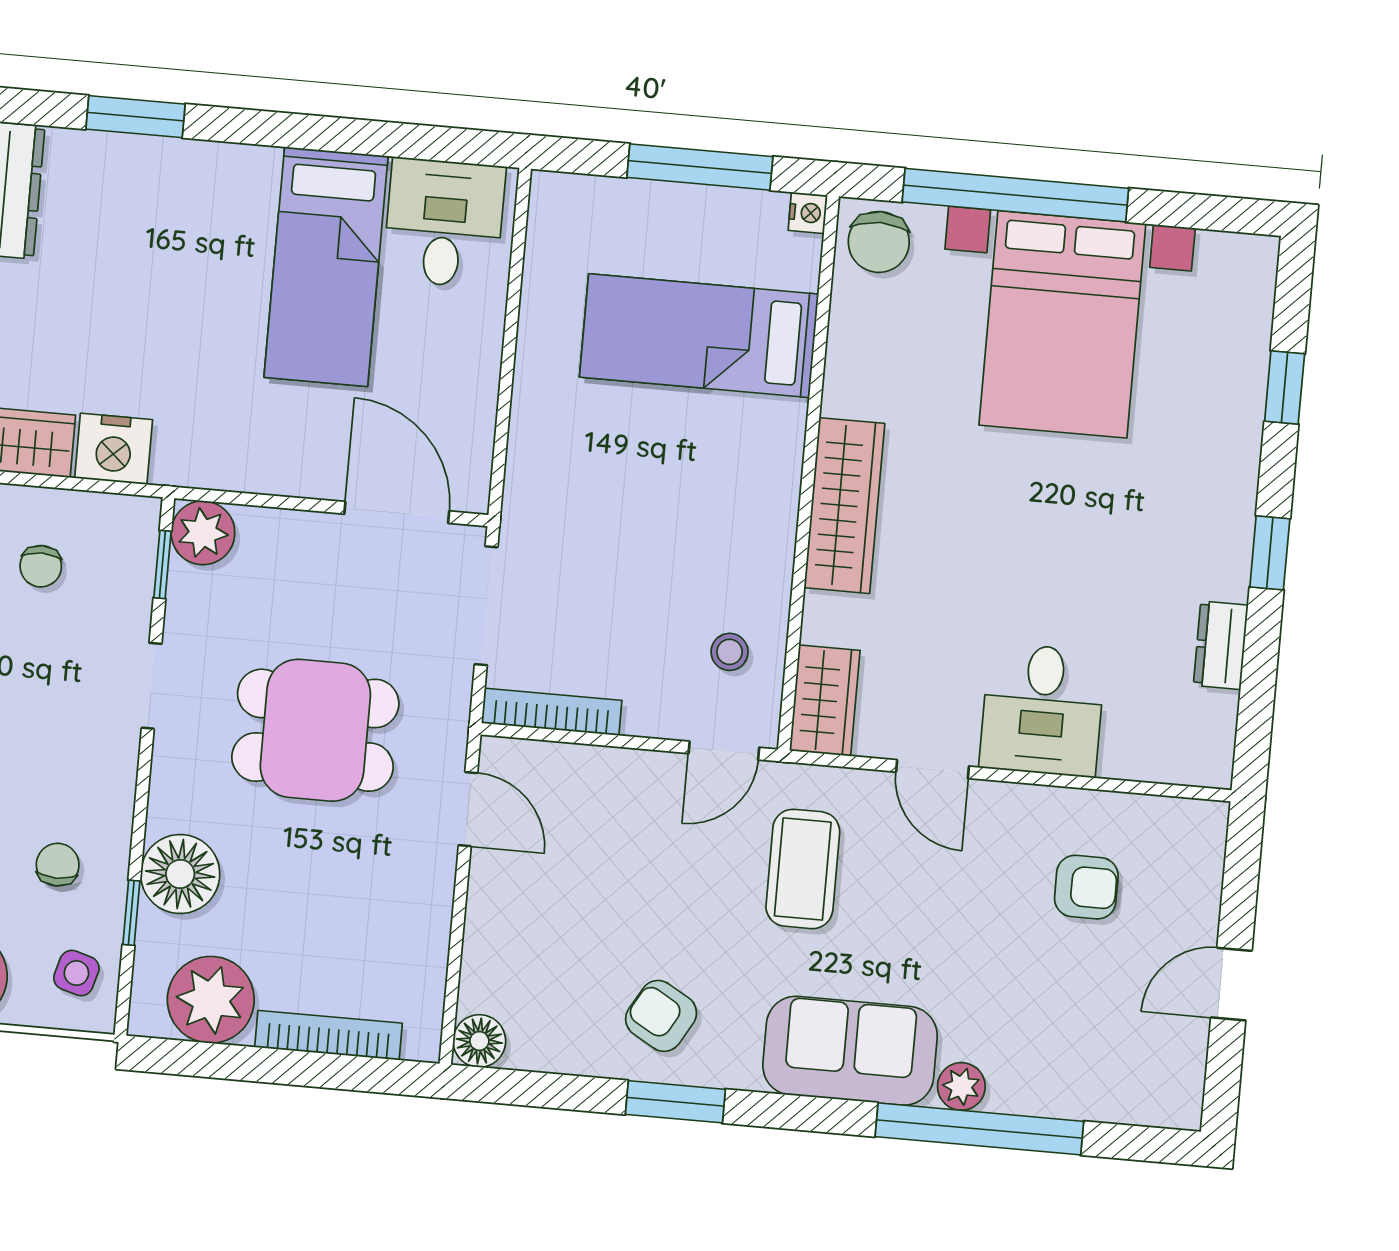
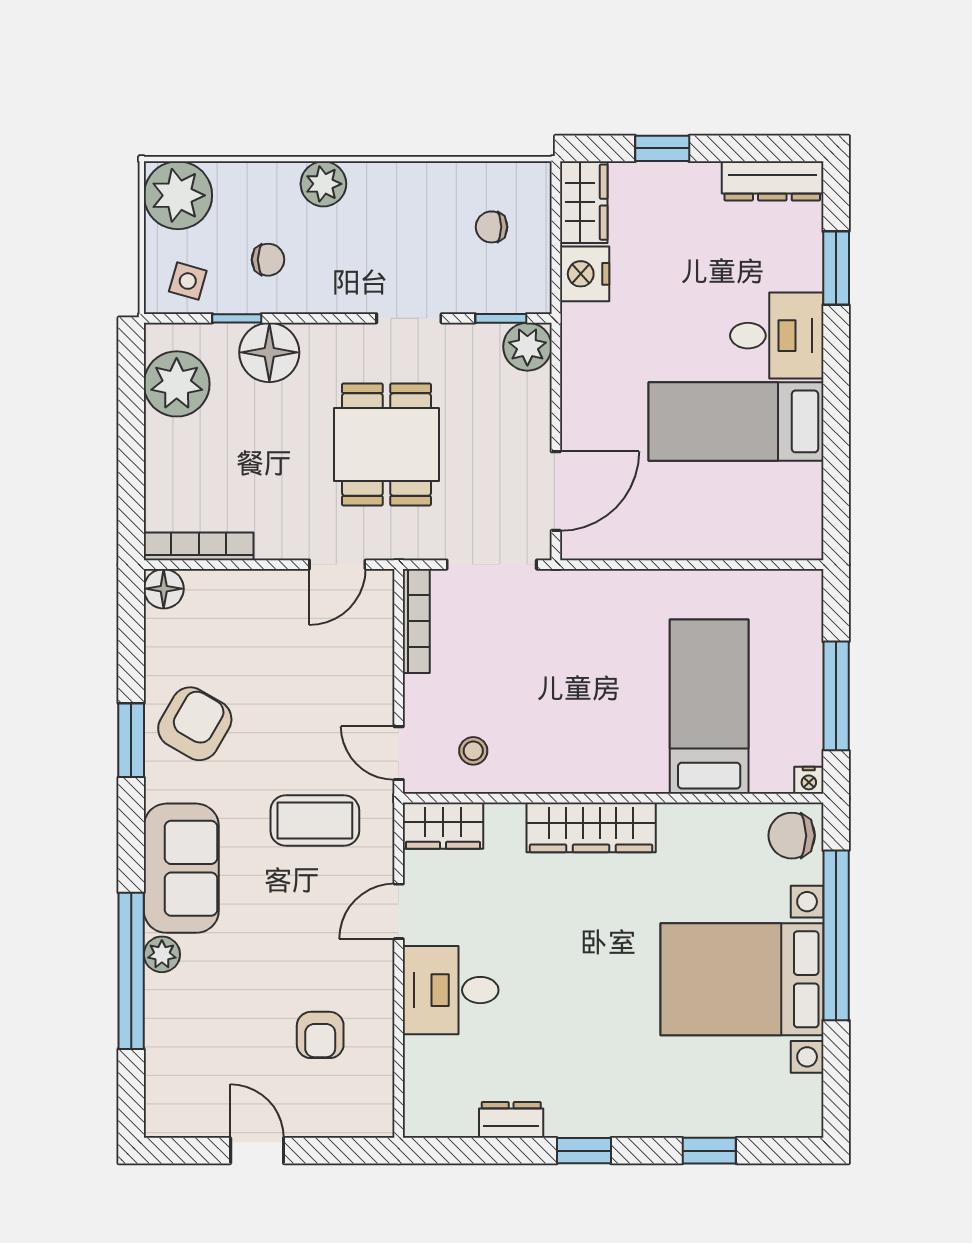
desk: (444, 223) -> (777, 336), moved
armchair: (661, 1016) -> (195, 724), width x1.38, depth x1.38
bookcase: (329, 1035) -> (199, 546), moved, turned -90

